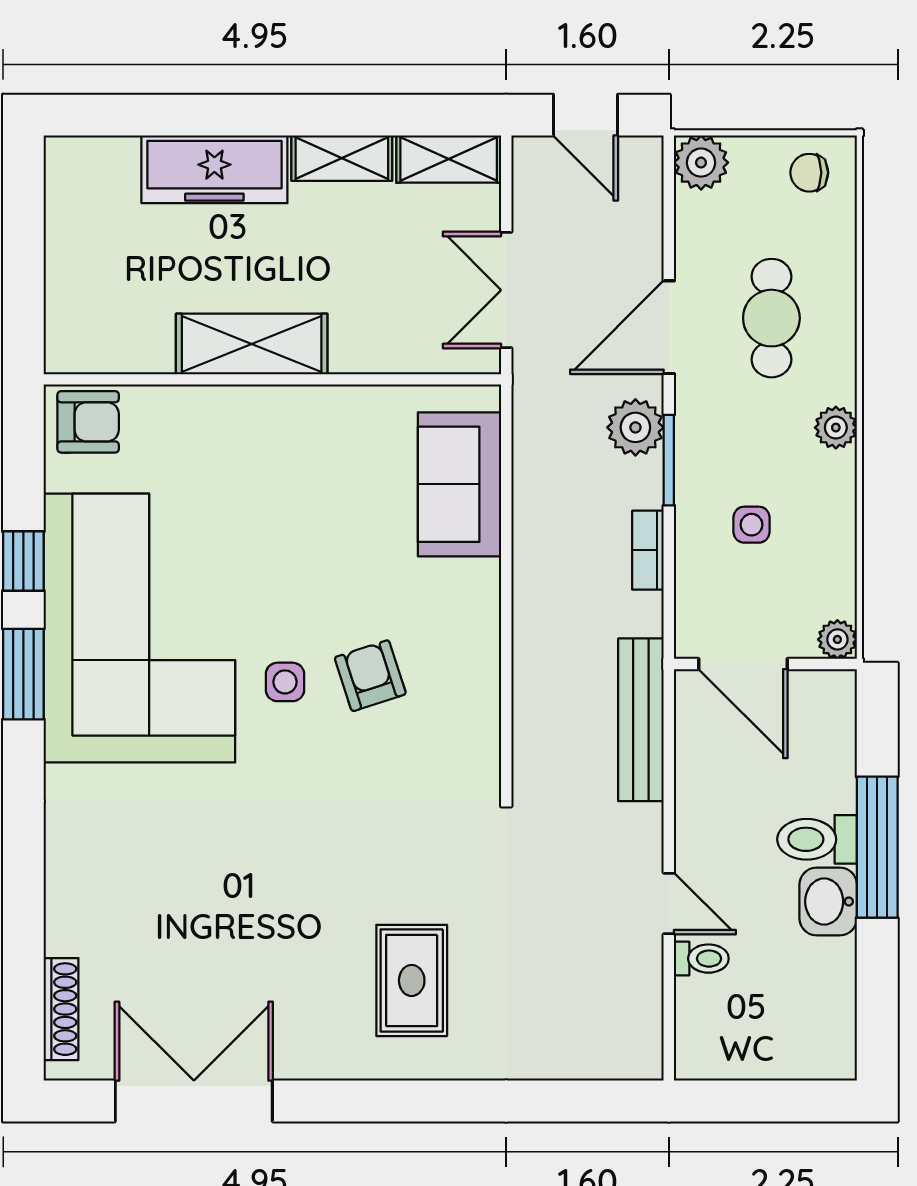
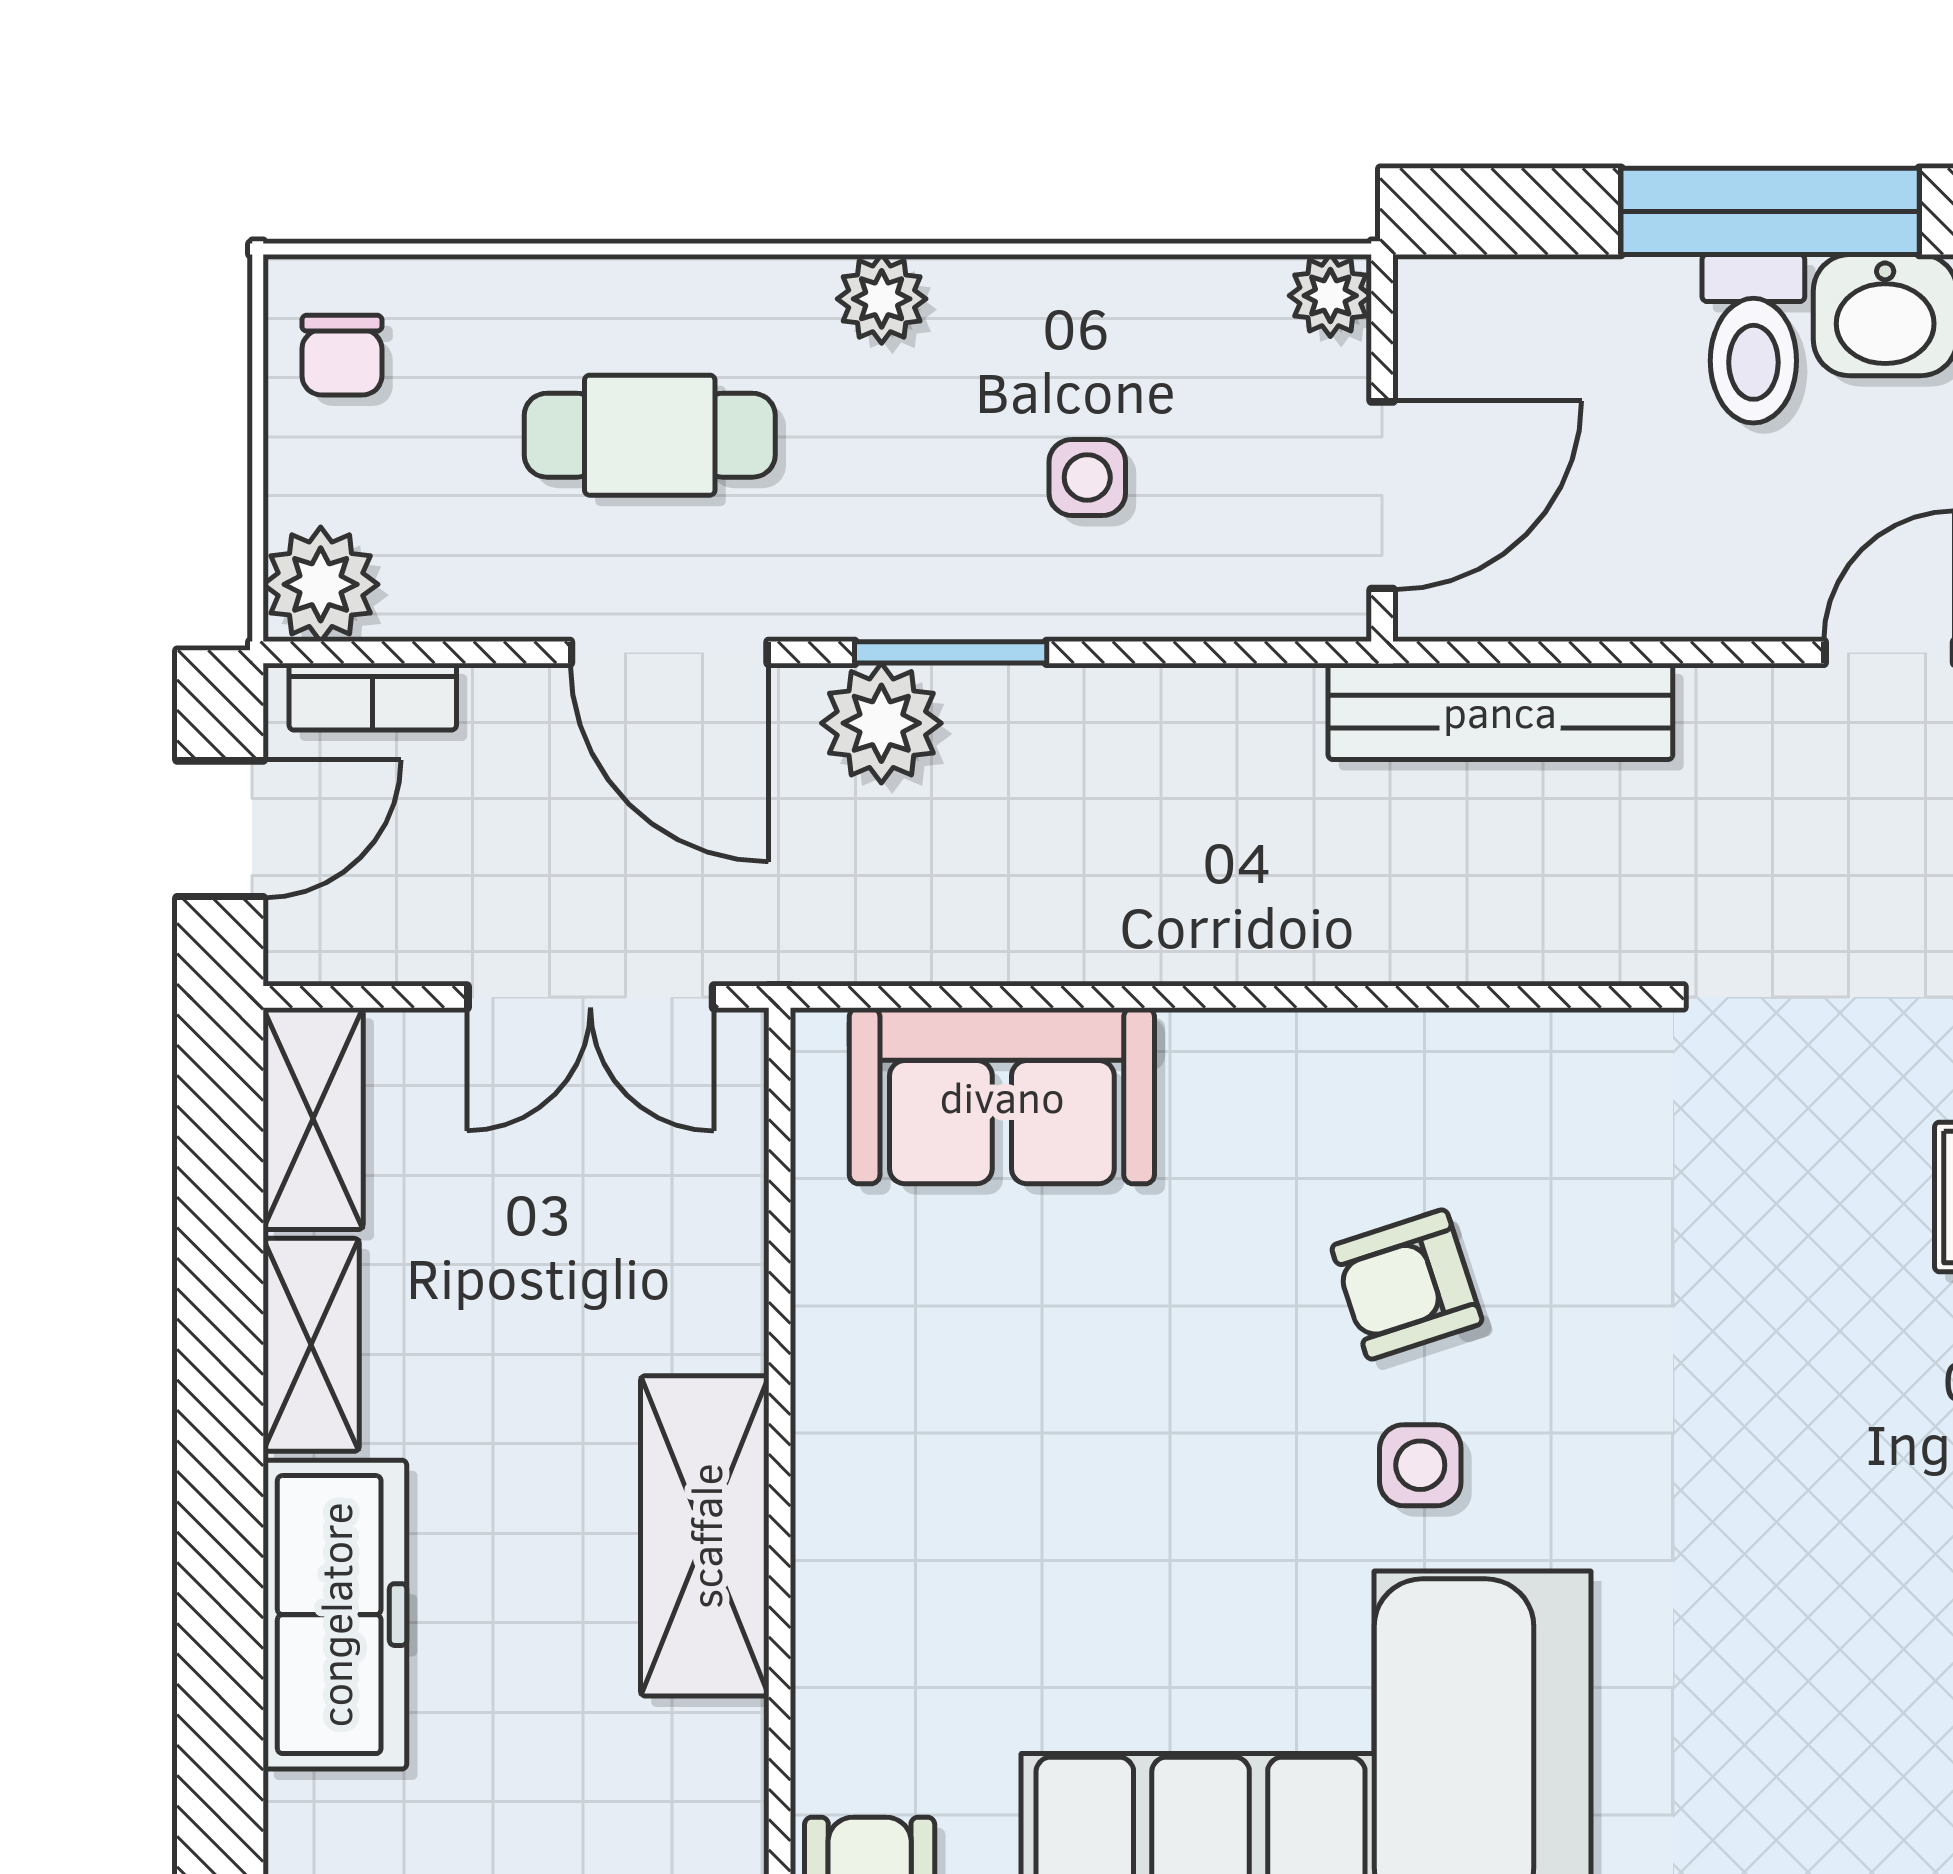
bookcase: (648, 550) -> (373, 697), moved

